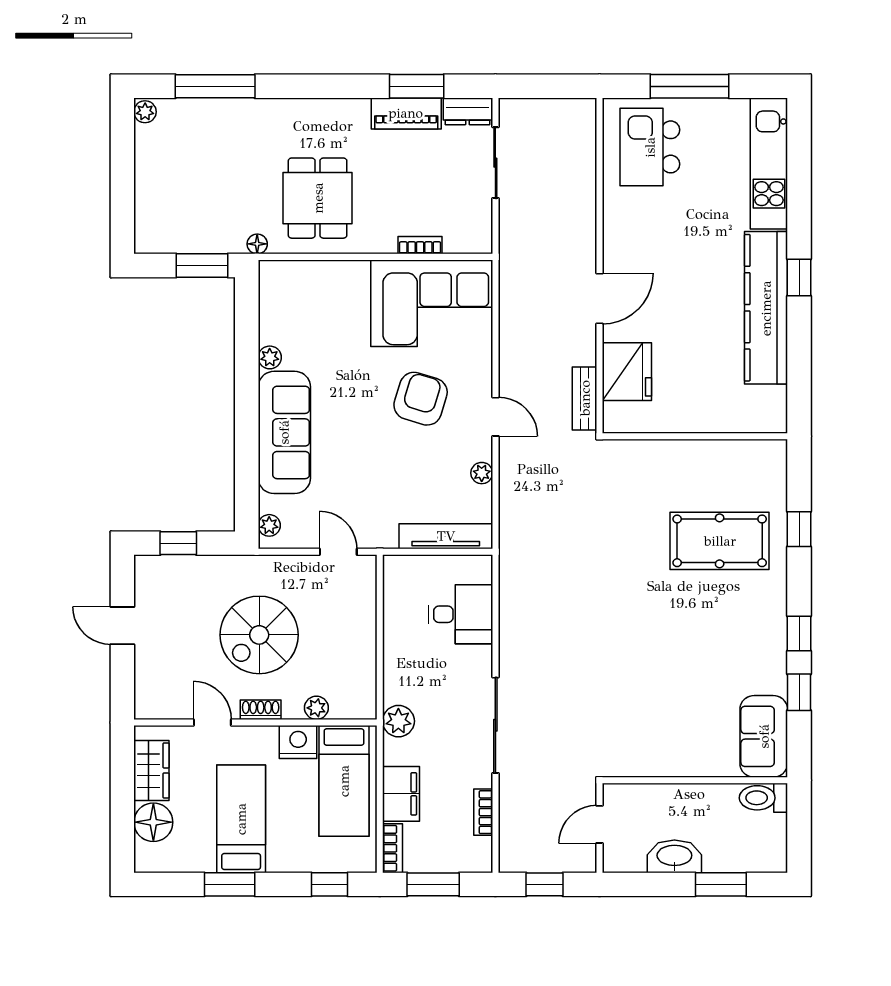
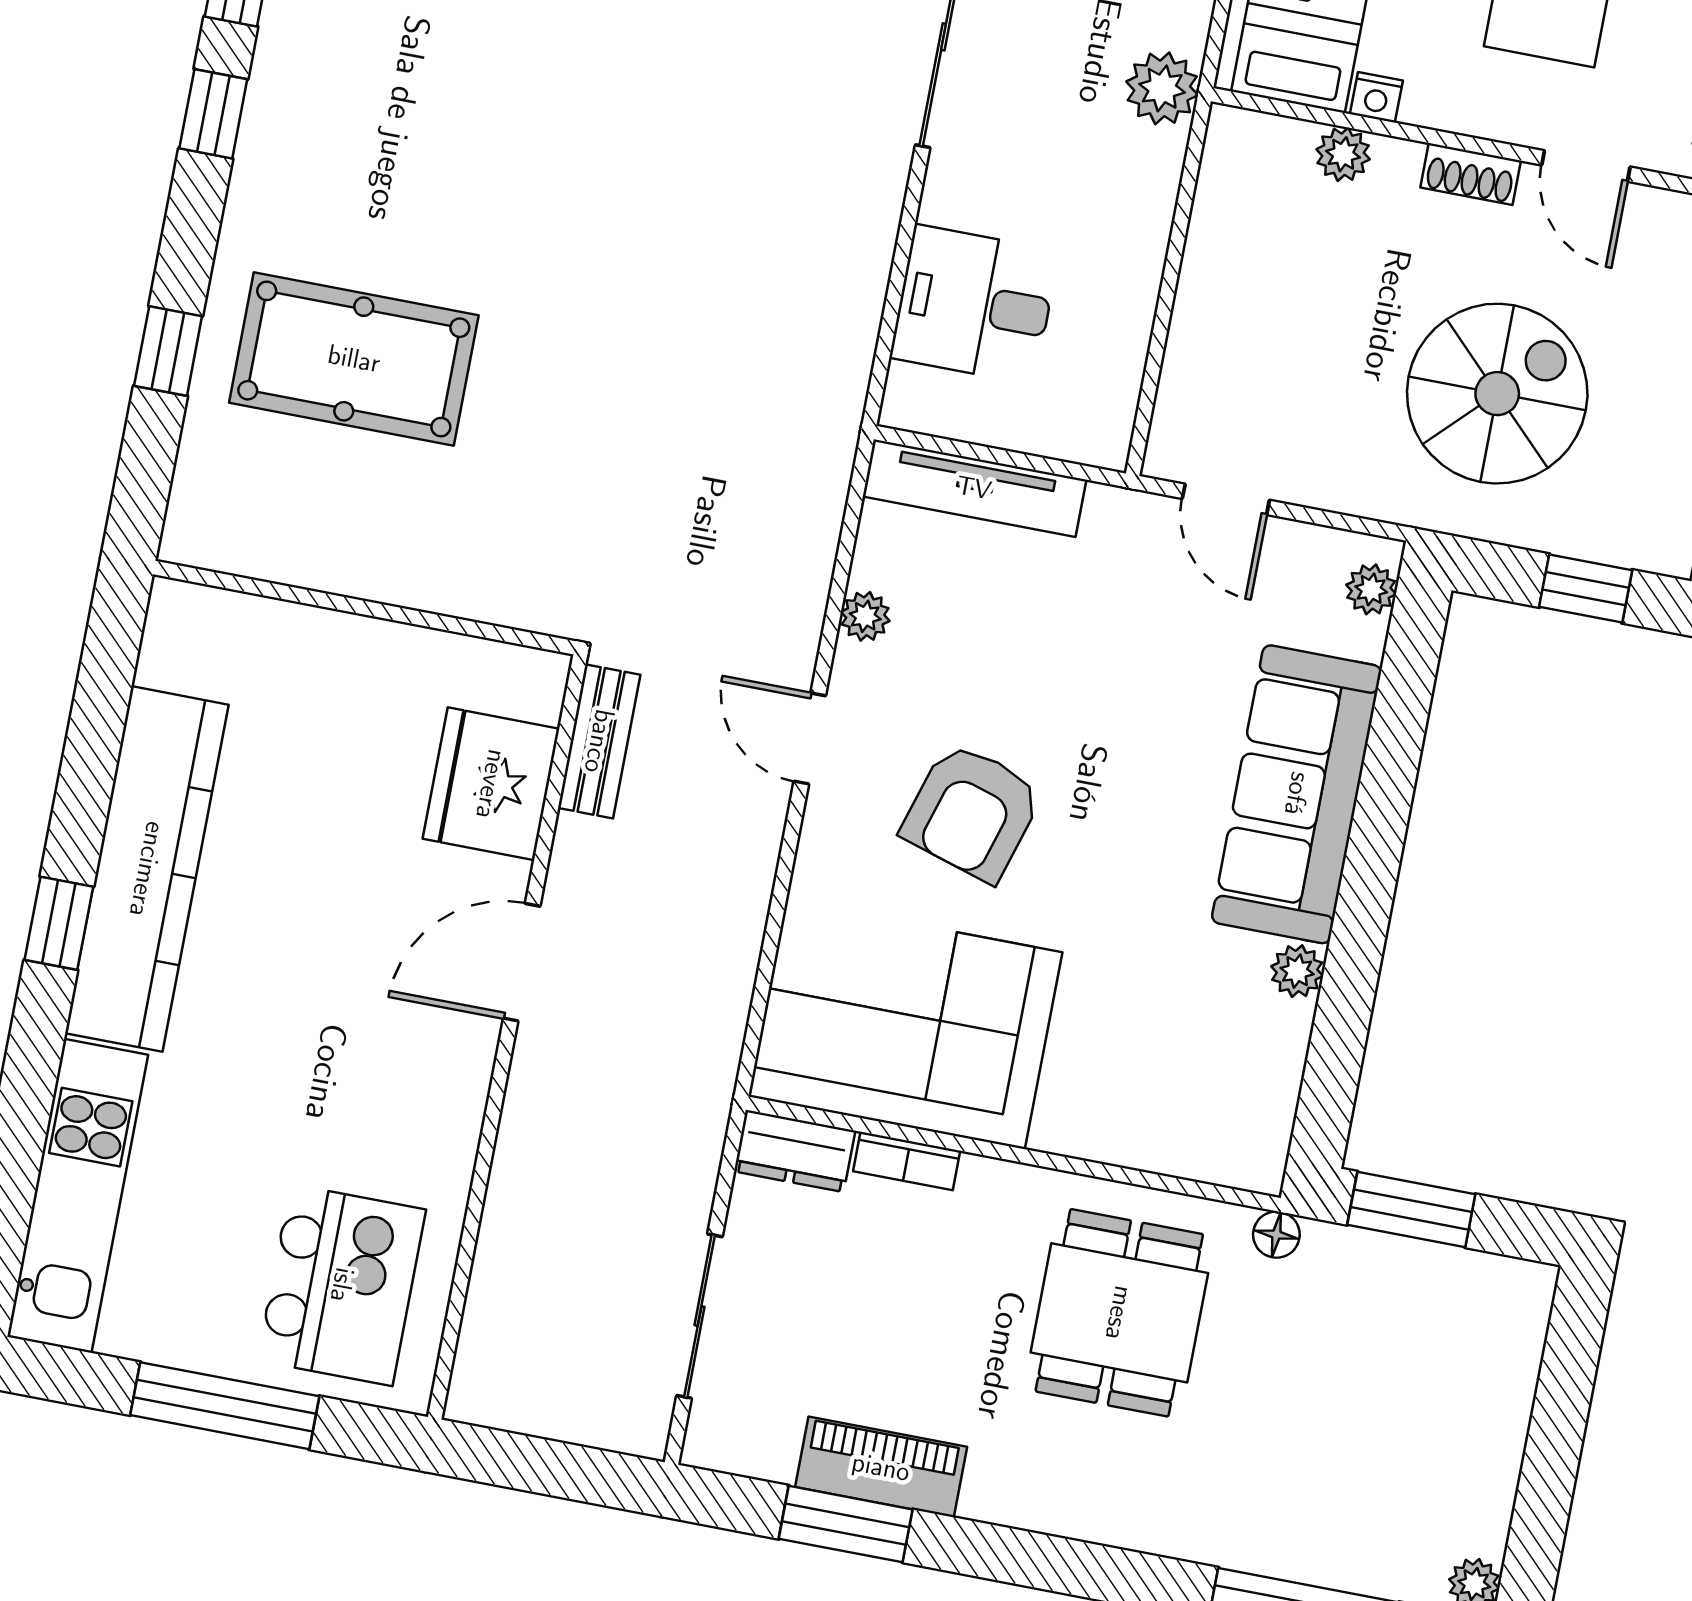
dresser: (467, 111) -> (795, 1151), moved, turned 180
spiral stairs: (259, 635) -> (1497, 394), moved
nightstand: (298, 742) -> (1376, 97), width x0.53, depth x0.56

